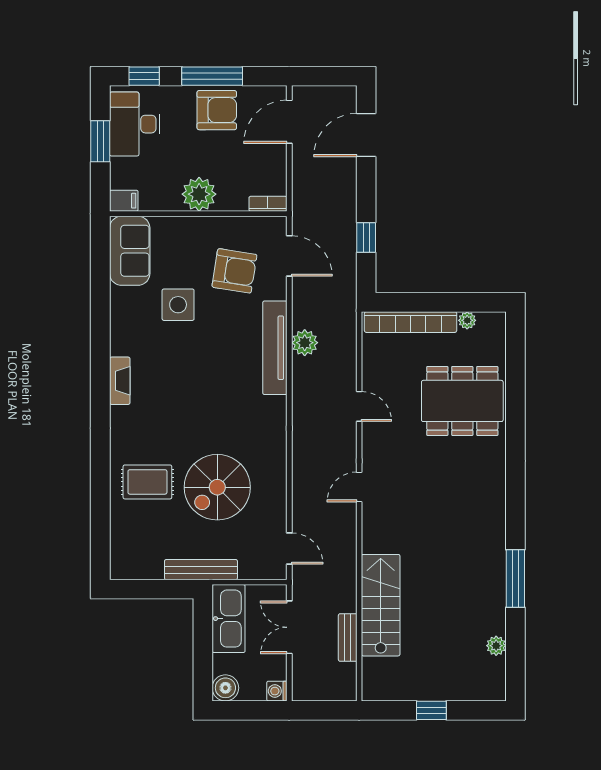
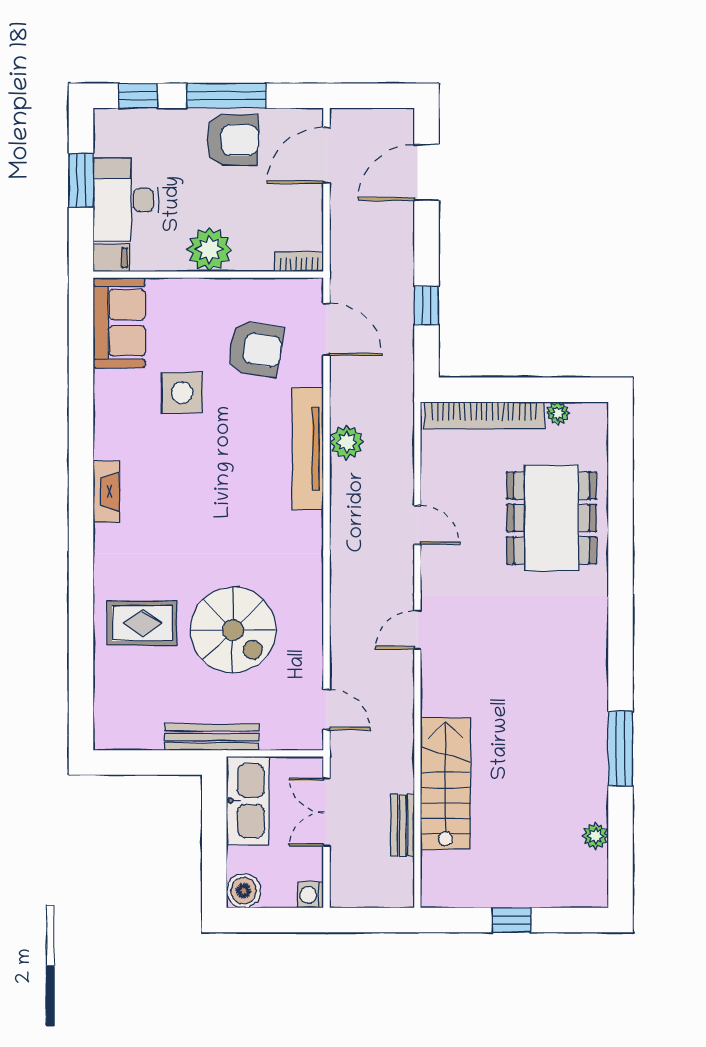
desk: (135, 124) -> (126, 200), moved
dining table: (462, 401) -> (551, 518), turned 90
spiral stairs: (217, 487) -> (233, 630), turned -90

